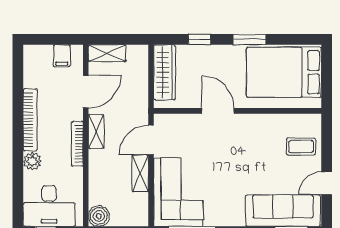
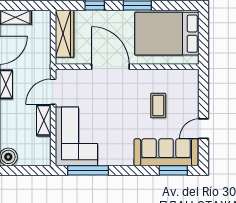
door: (218, 111) -> (110, 67), width x1.36
coffee table: (301, 147) -> (158, 106), moved, turned 90

